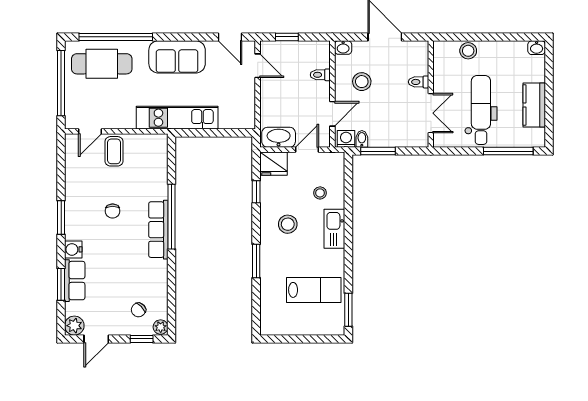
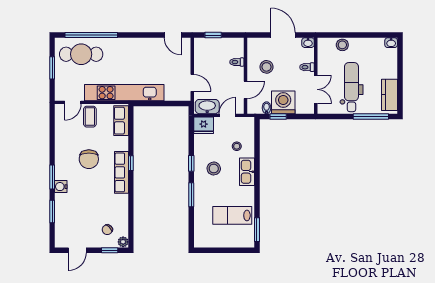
washbasin: (343, 48) -> (308, 43), moved
sofa: (177, 57) -> (135, 49), removed
door: (258, 66) -> (192, 83), moved
window: (61, 83) -> (52, 68), width x0.47
kitchen counter: (534, 105) -> (389, 95), moved
kitchen unit: (177, 118) -> (124, 93), width x1.36
washing machine: (346, 139) -> (283, 102), moved, width x1.89, depth x1.89
window: (378, 151) -> (278, 116), width x0.67
window: (256, 192) -> (191, 163), moved
chair: (113, 211) -> (89, 159), width x1.87, depth x1.87
window: (61, 217) -> (52, 177), moved
window: (172, 217) -> (131, 163), width x0.32
row of seats: (75, 281) -> (121, 121), moved, turned 180
lab bench: (314, 290) -> (232, 215), turned 180
plant: (74, 326) -> (62, 241), removed

